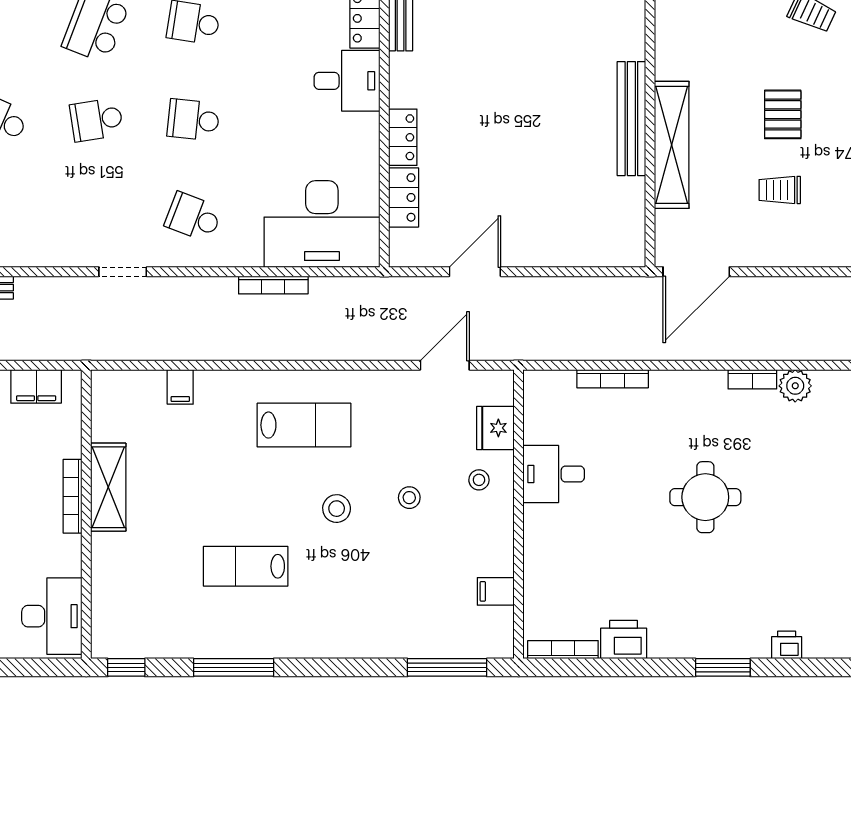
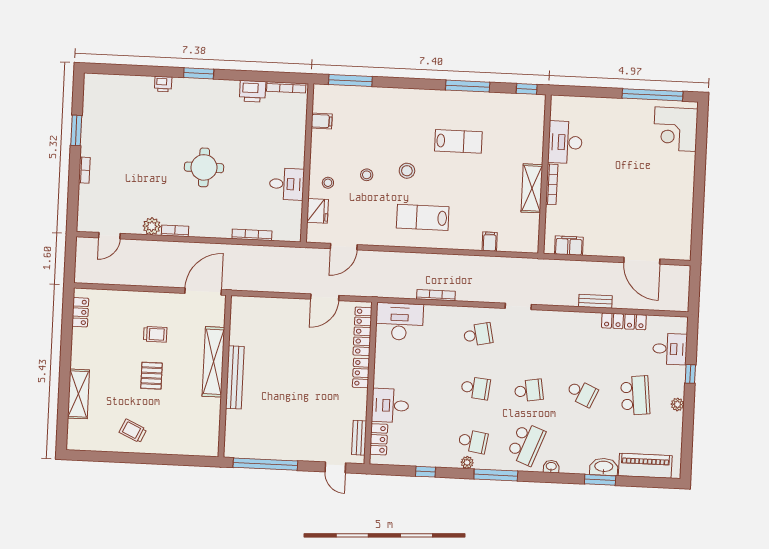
locker: (404, 197) -> (362, 331), width x1.53
school desk: (193, 217) -> (478, 335), turned -33
desk: (322, 224) -> (399, 322), width x0.73, depth x0.77
desk: (52, 616) -> (565, 142), moved

